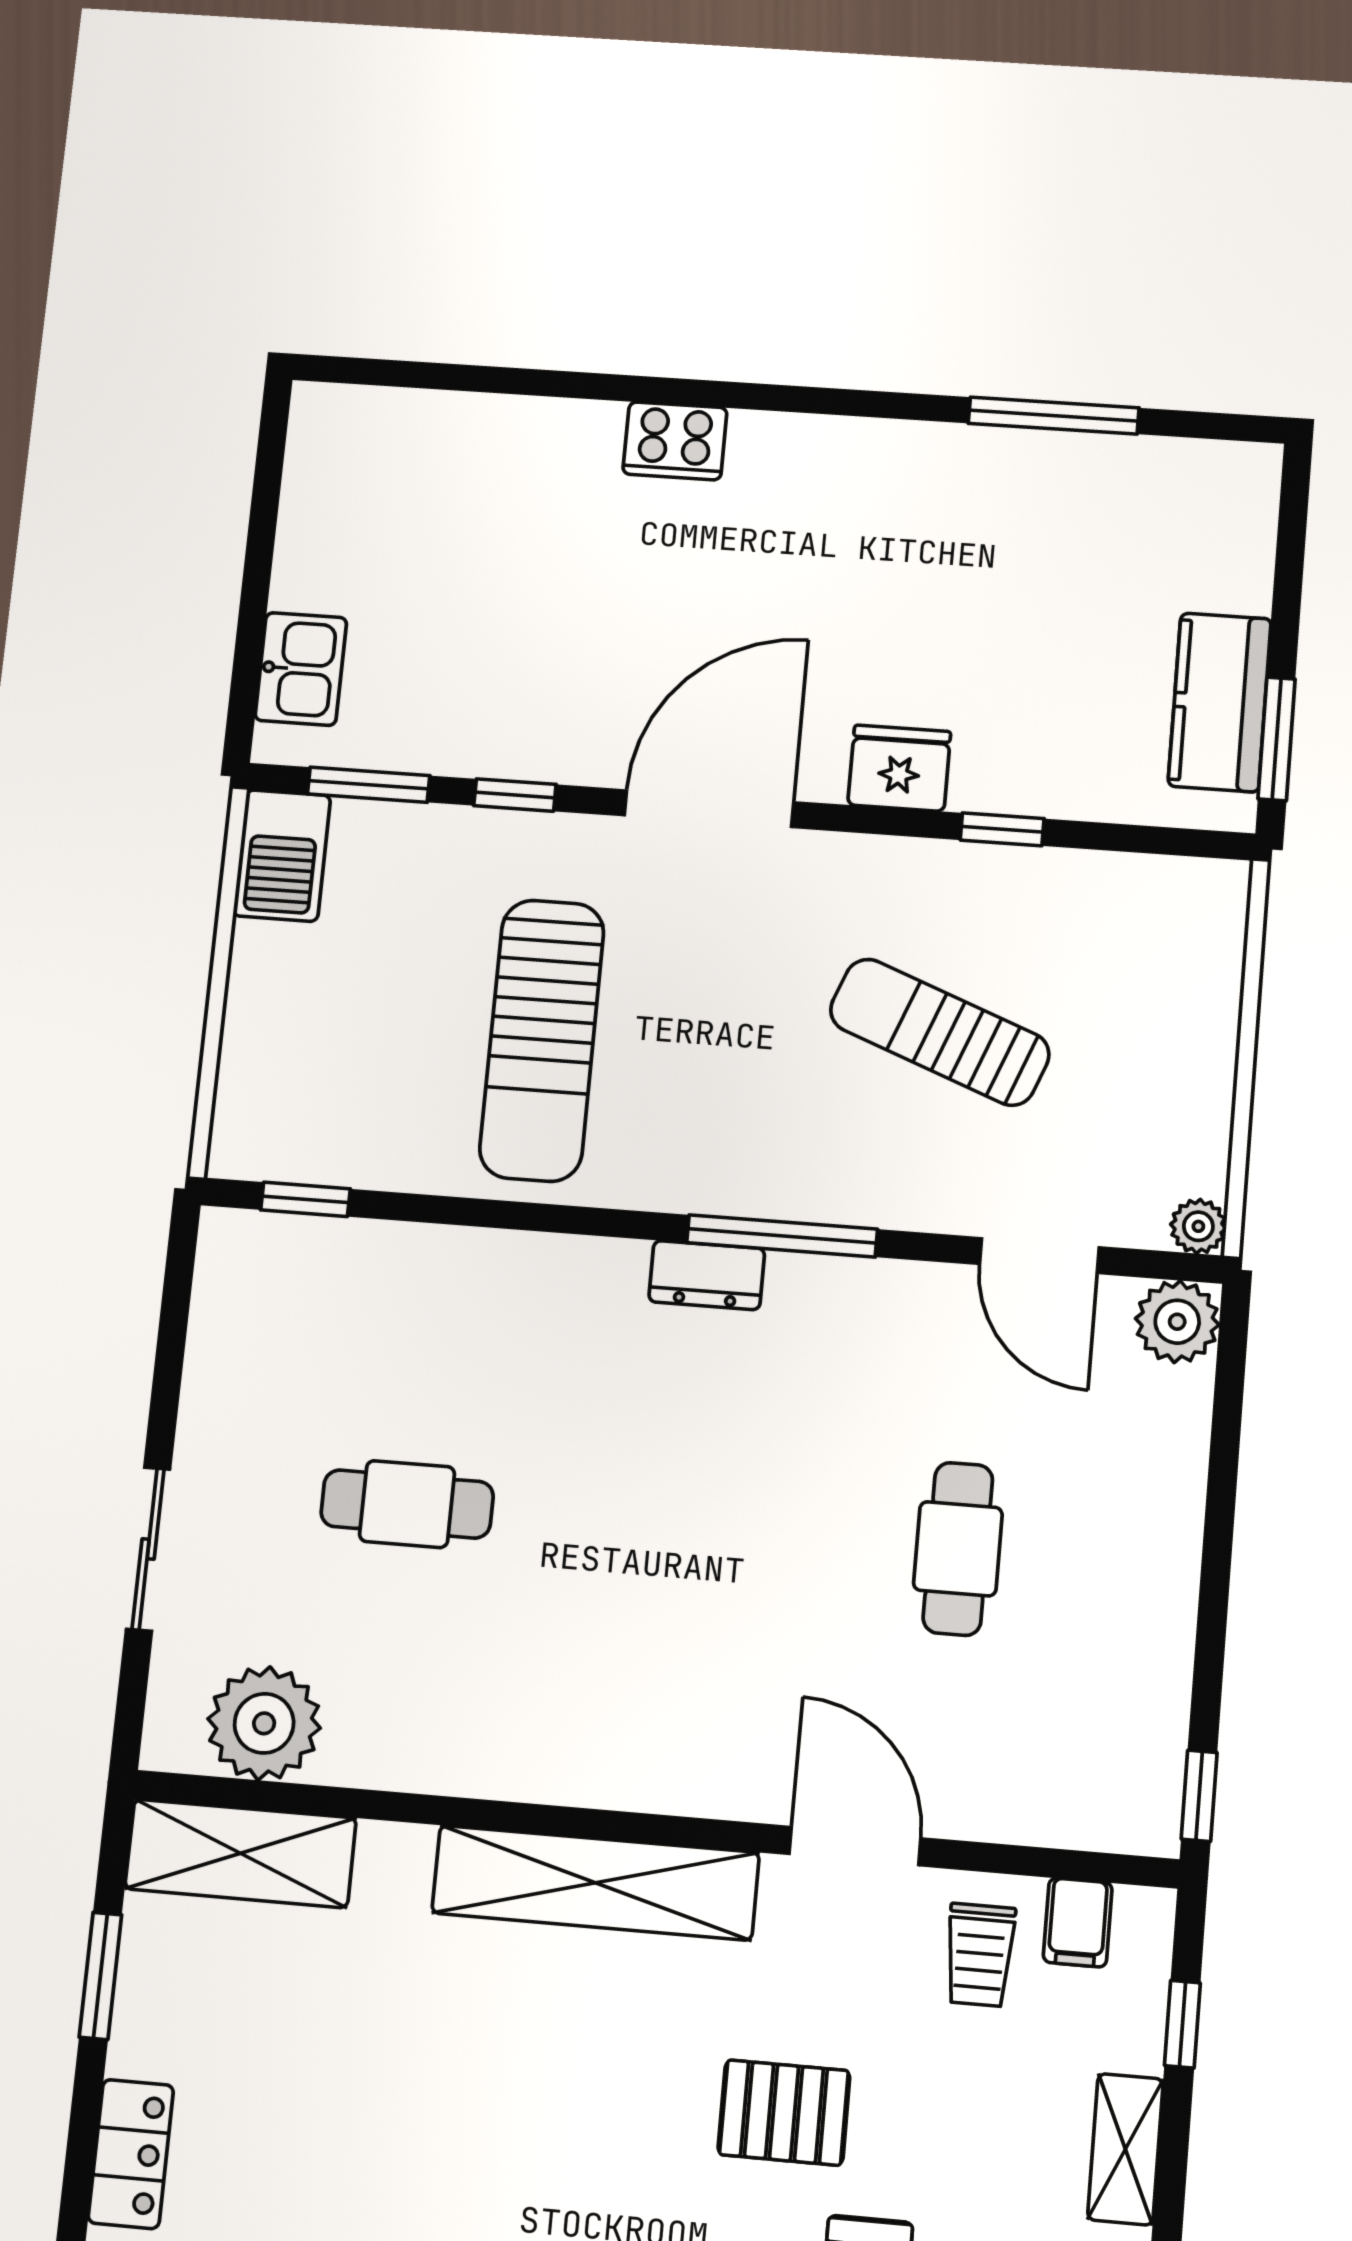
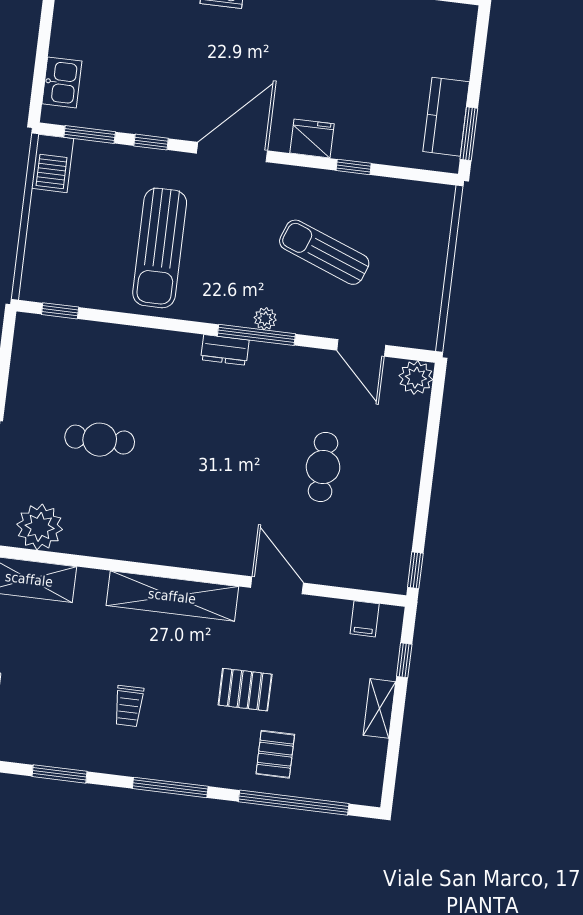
plant: (1198, 1226) -> (265, 319), moved
trolley: (980, 1955) -> (129, 706), moved

